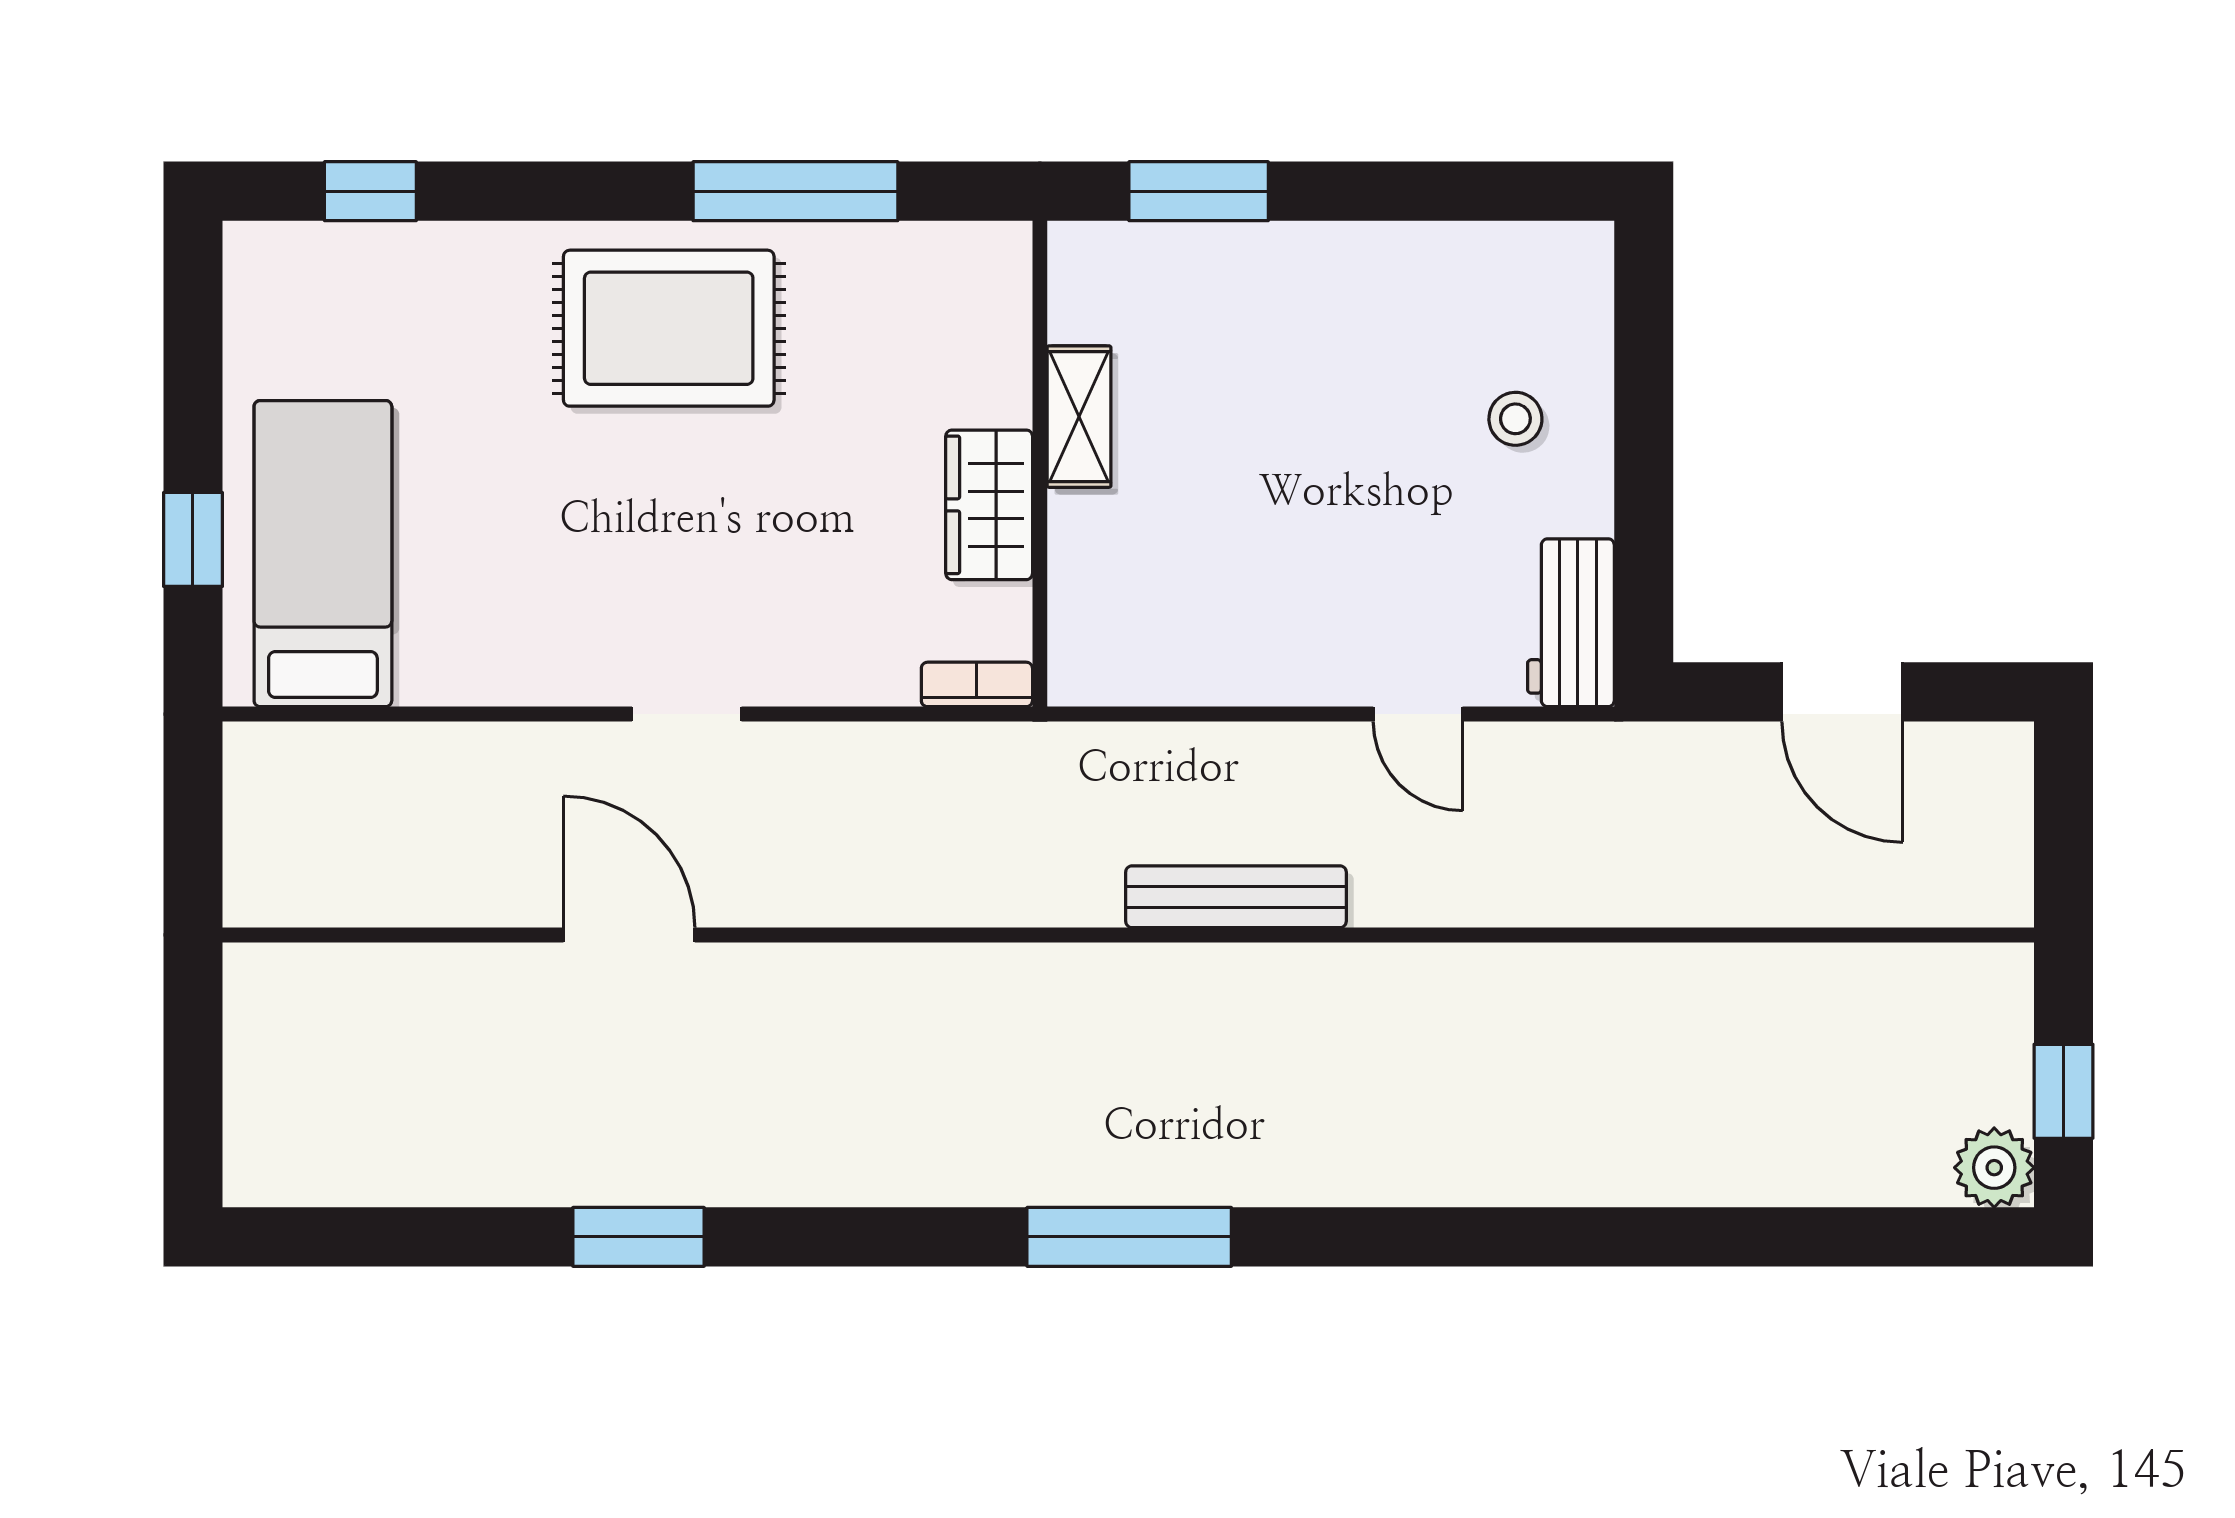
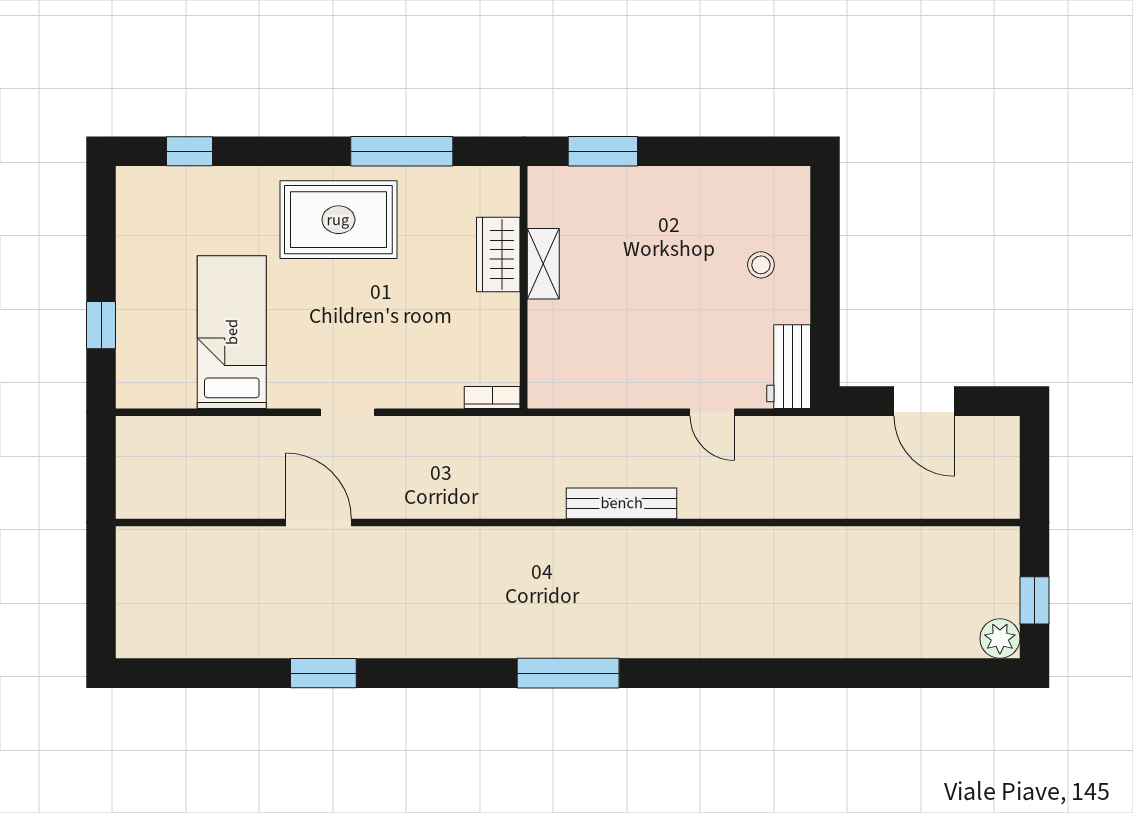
wardrobe: (989, 505) -> (498, 254), moved
bed: (323, 554) -> (232, 332), moved

